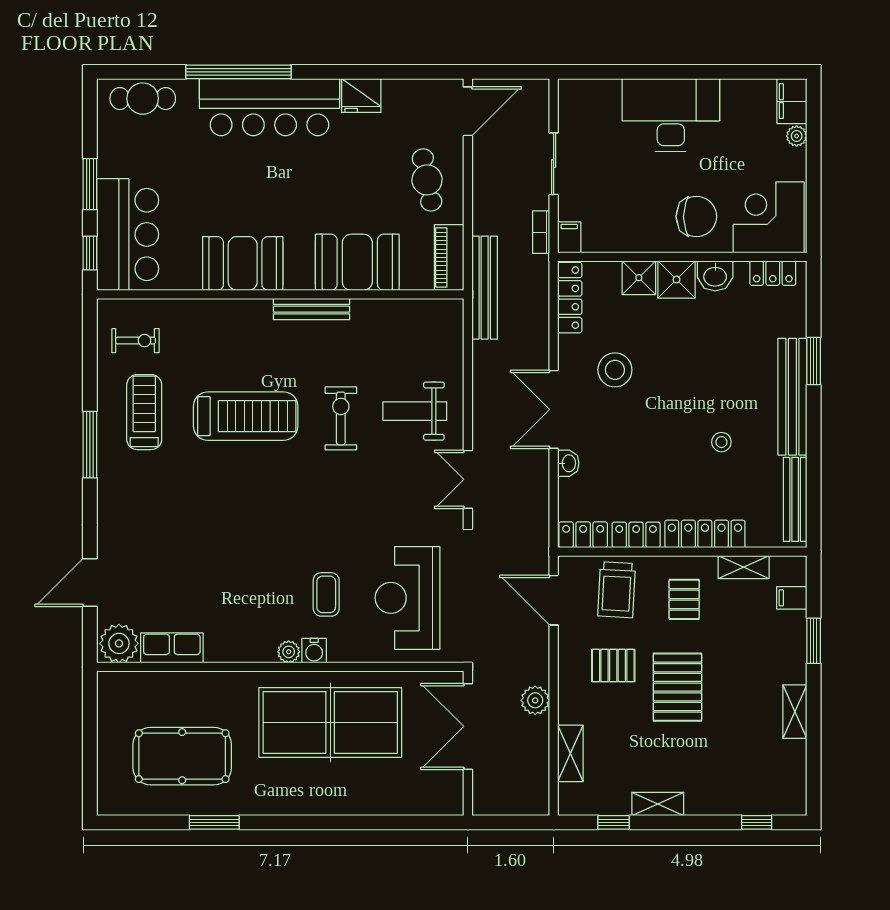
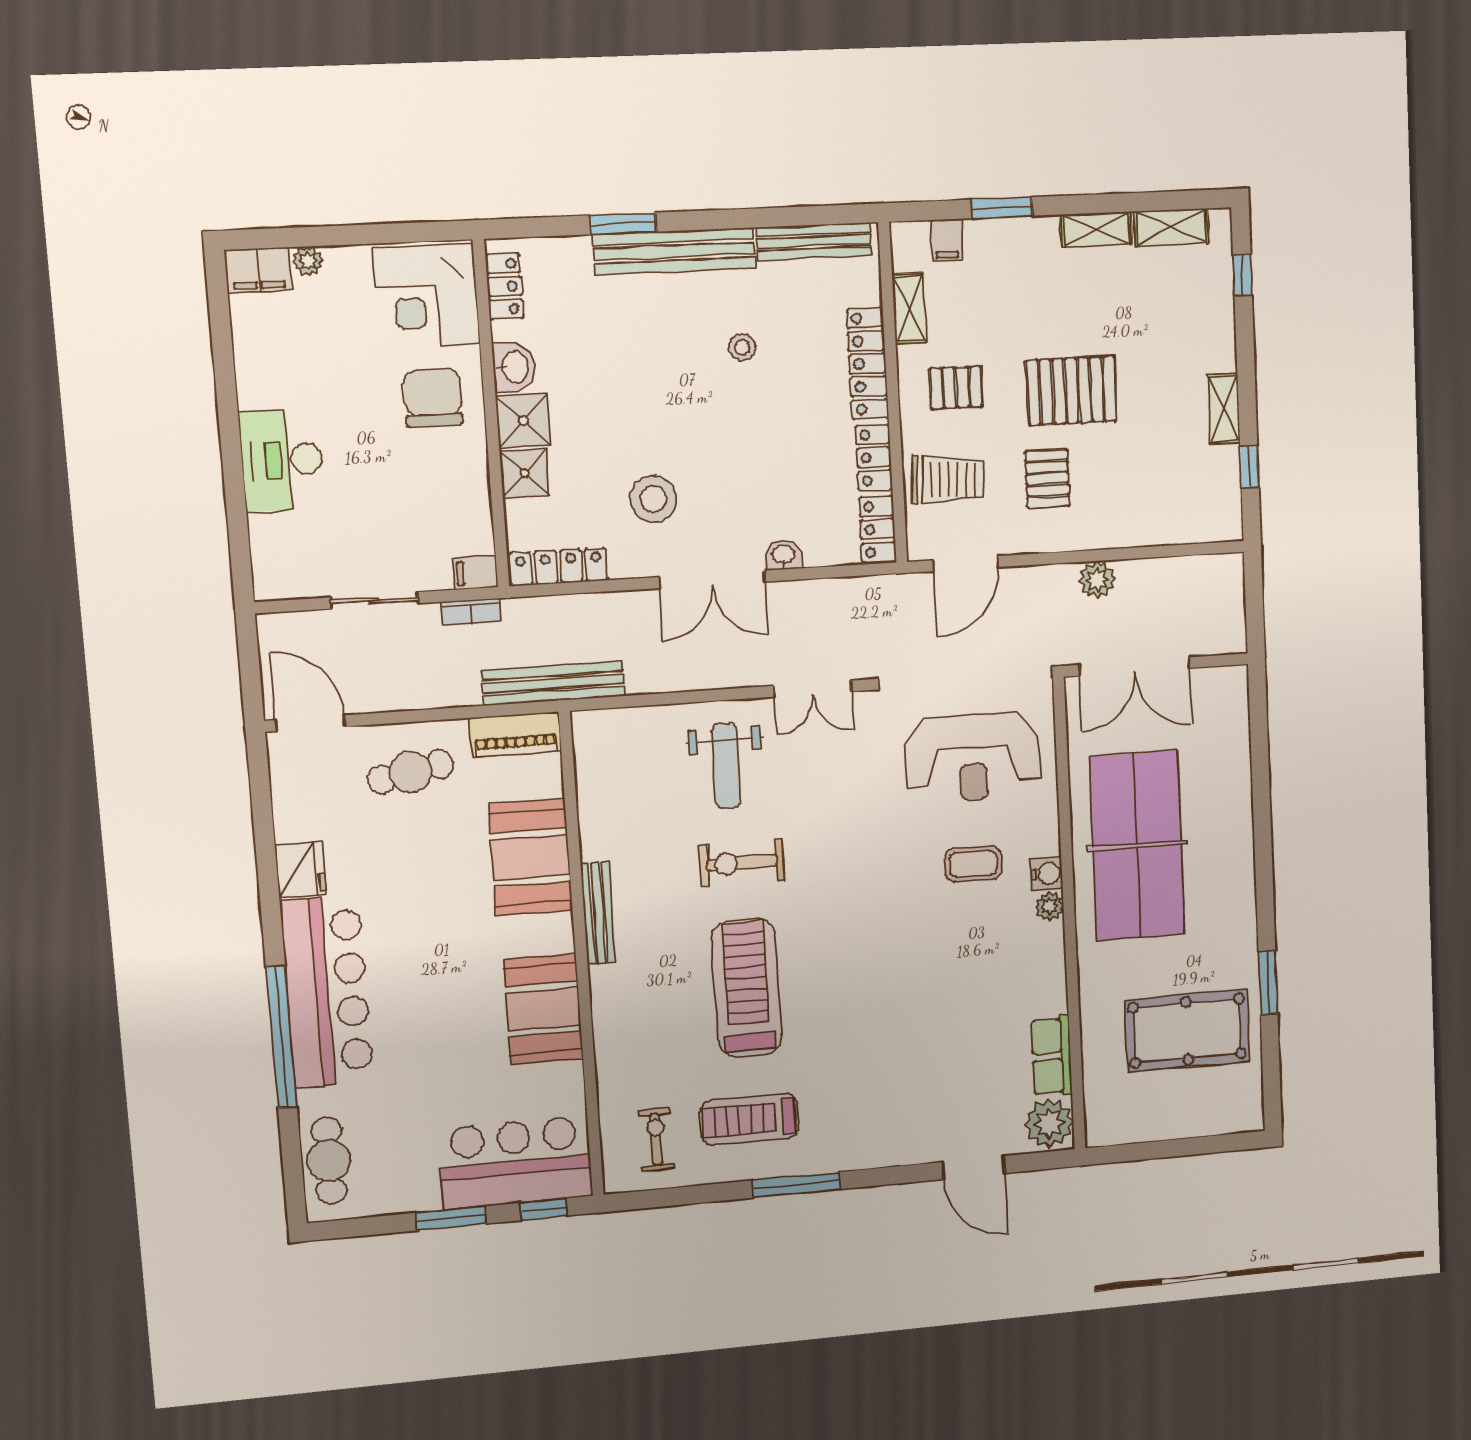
desk: (671, 115) -> (282, 460), width x0.73, depth x0.77
shelving: (570, 753) -> (1171, 227), moved
pool table: (182, 756) -> (1187, 1031), turned 90

